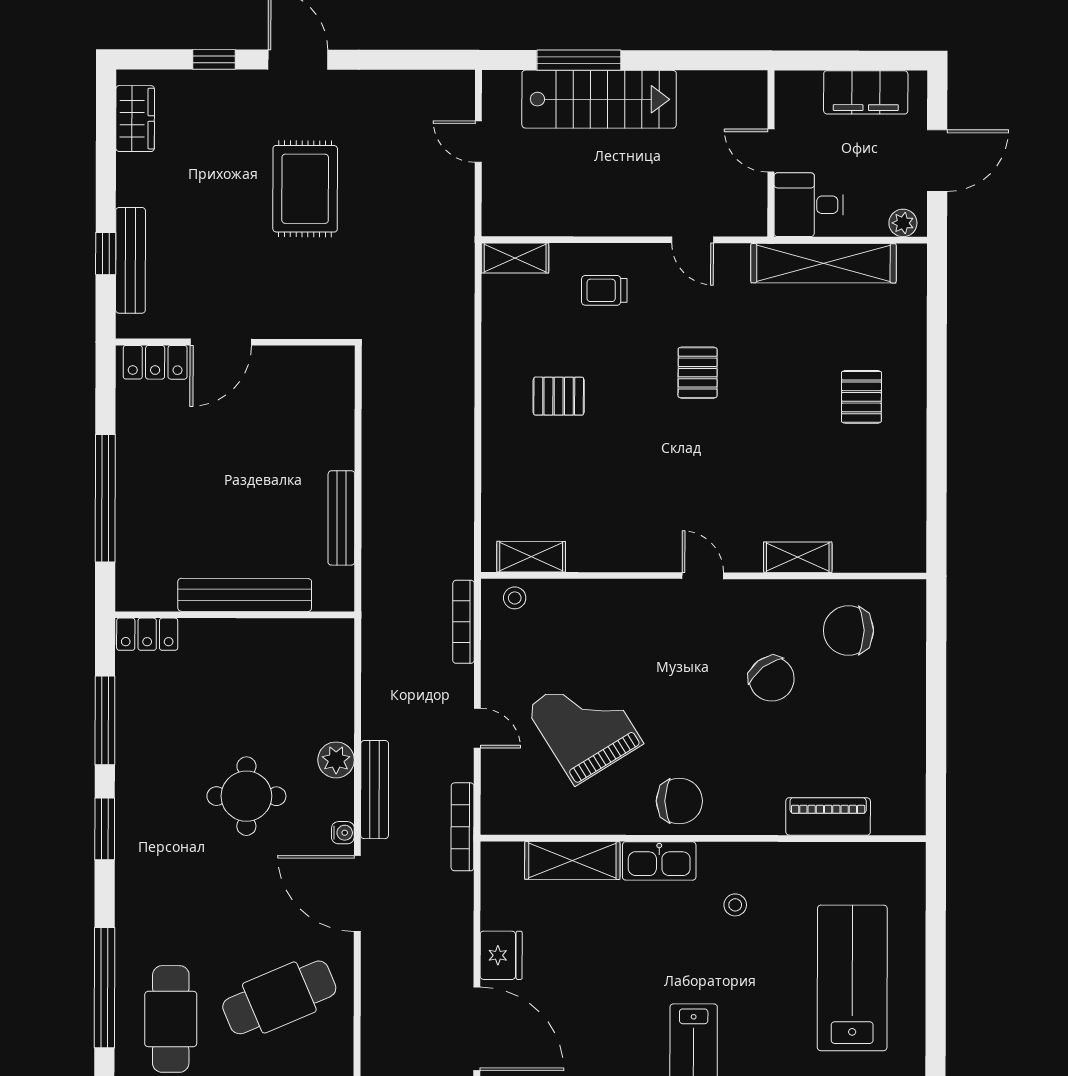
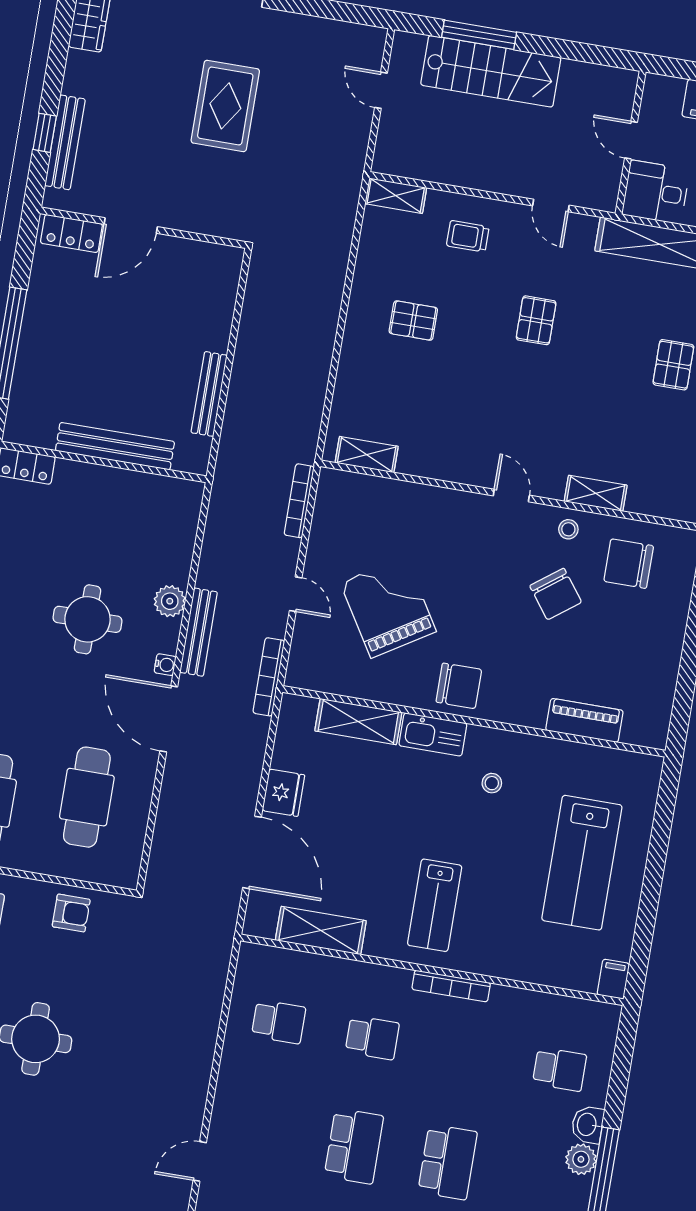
stool: (515, 598) -> (568, 529), moved
lab bench: (852, 978) -> (582, 863), turned 180
cafe table: (279, 997) -> (87, 797), turned -67

